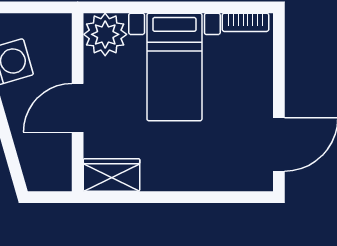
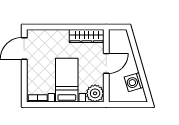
wardrobe: (112, 175) -> (87, 36), width x1.50

